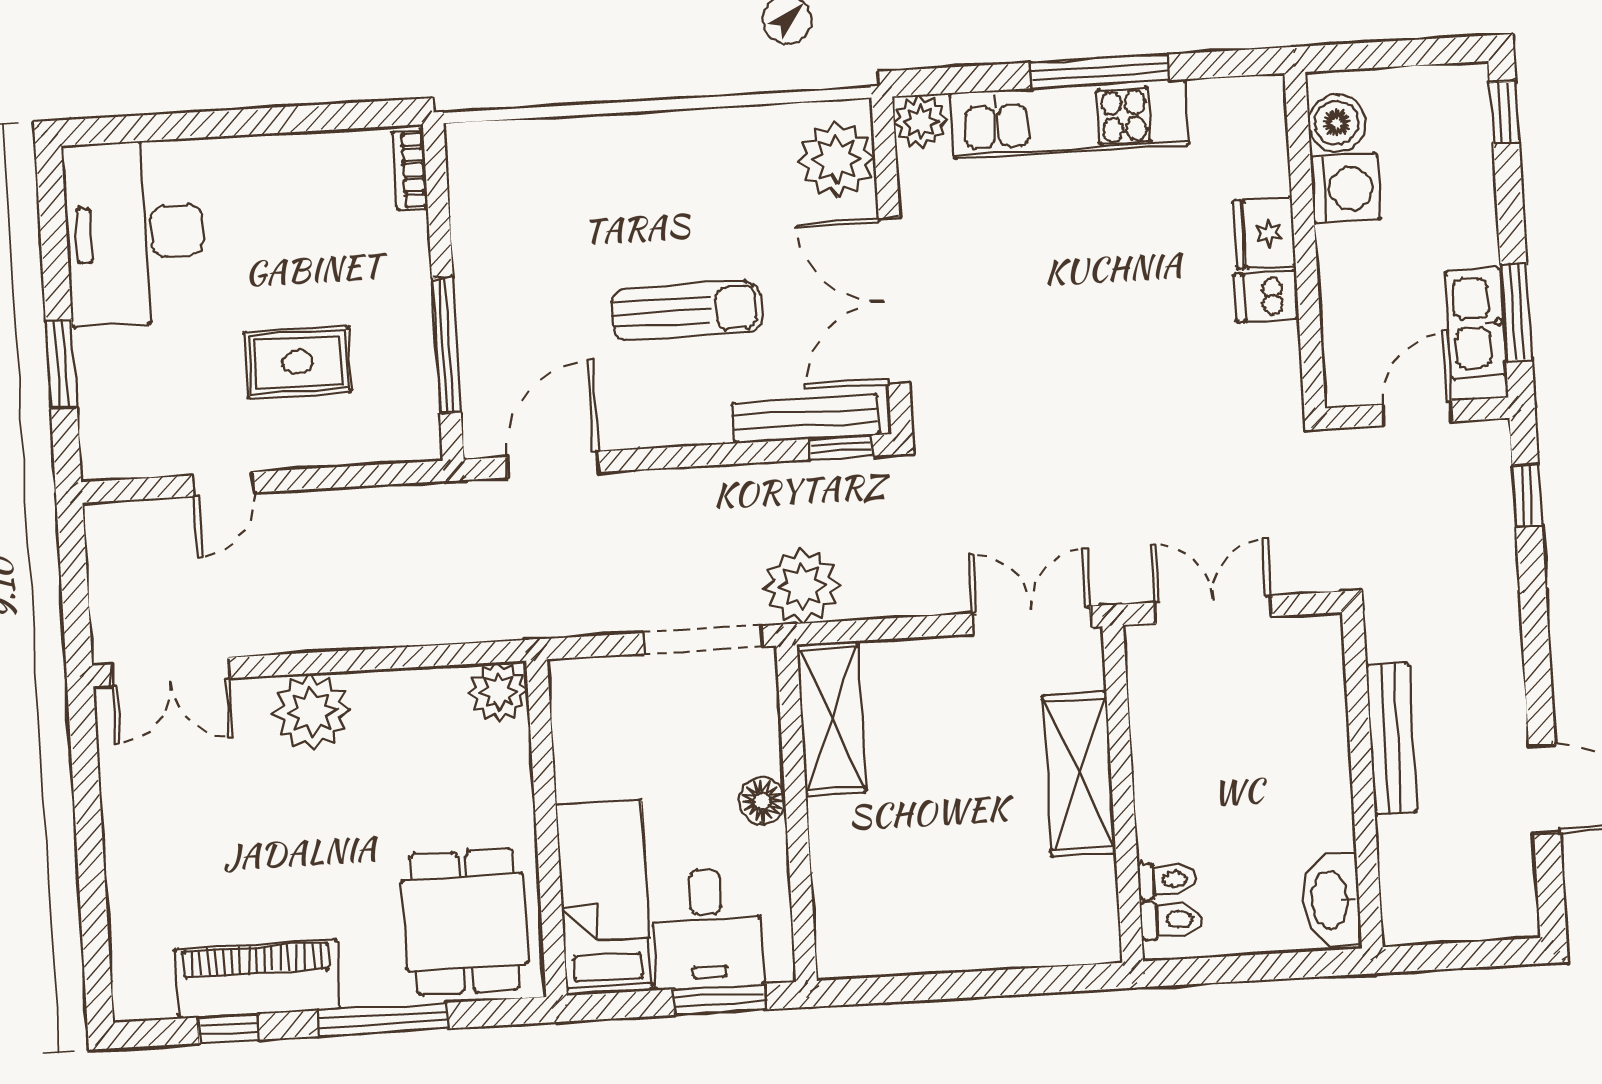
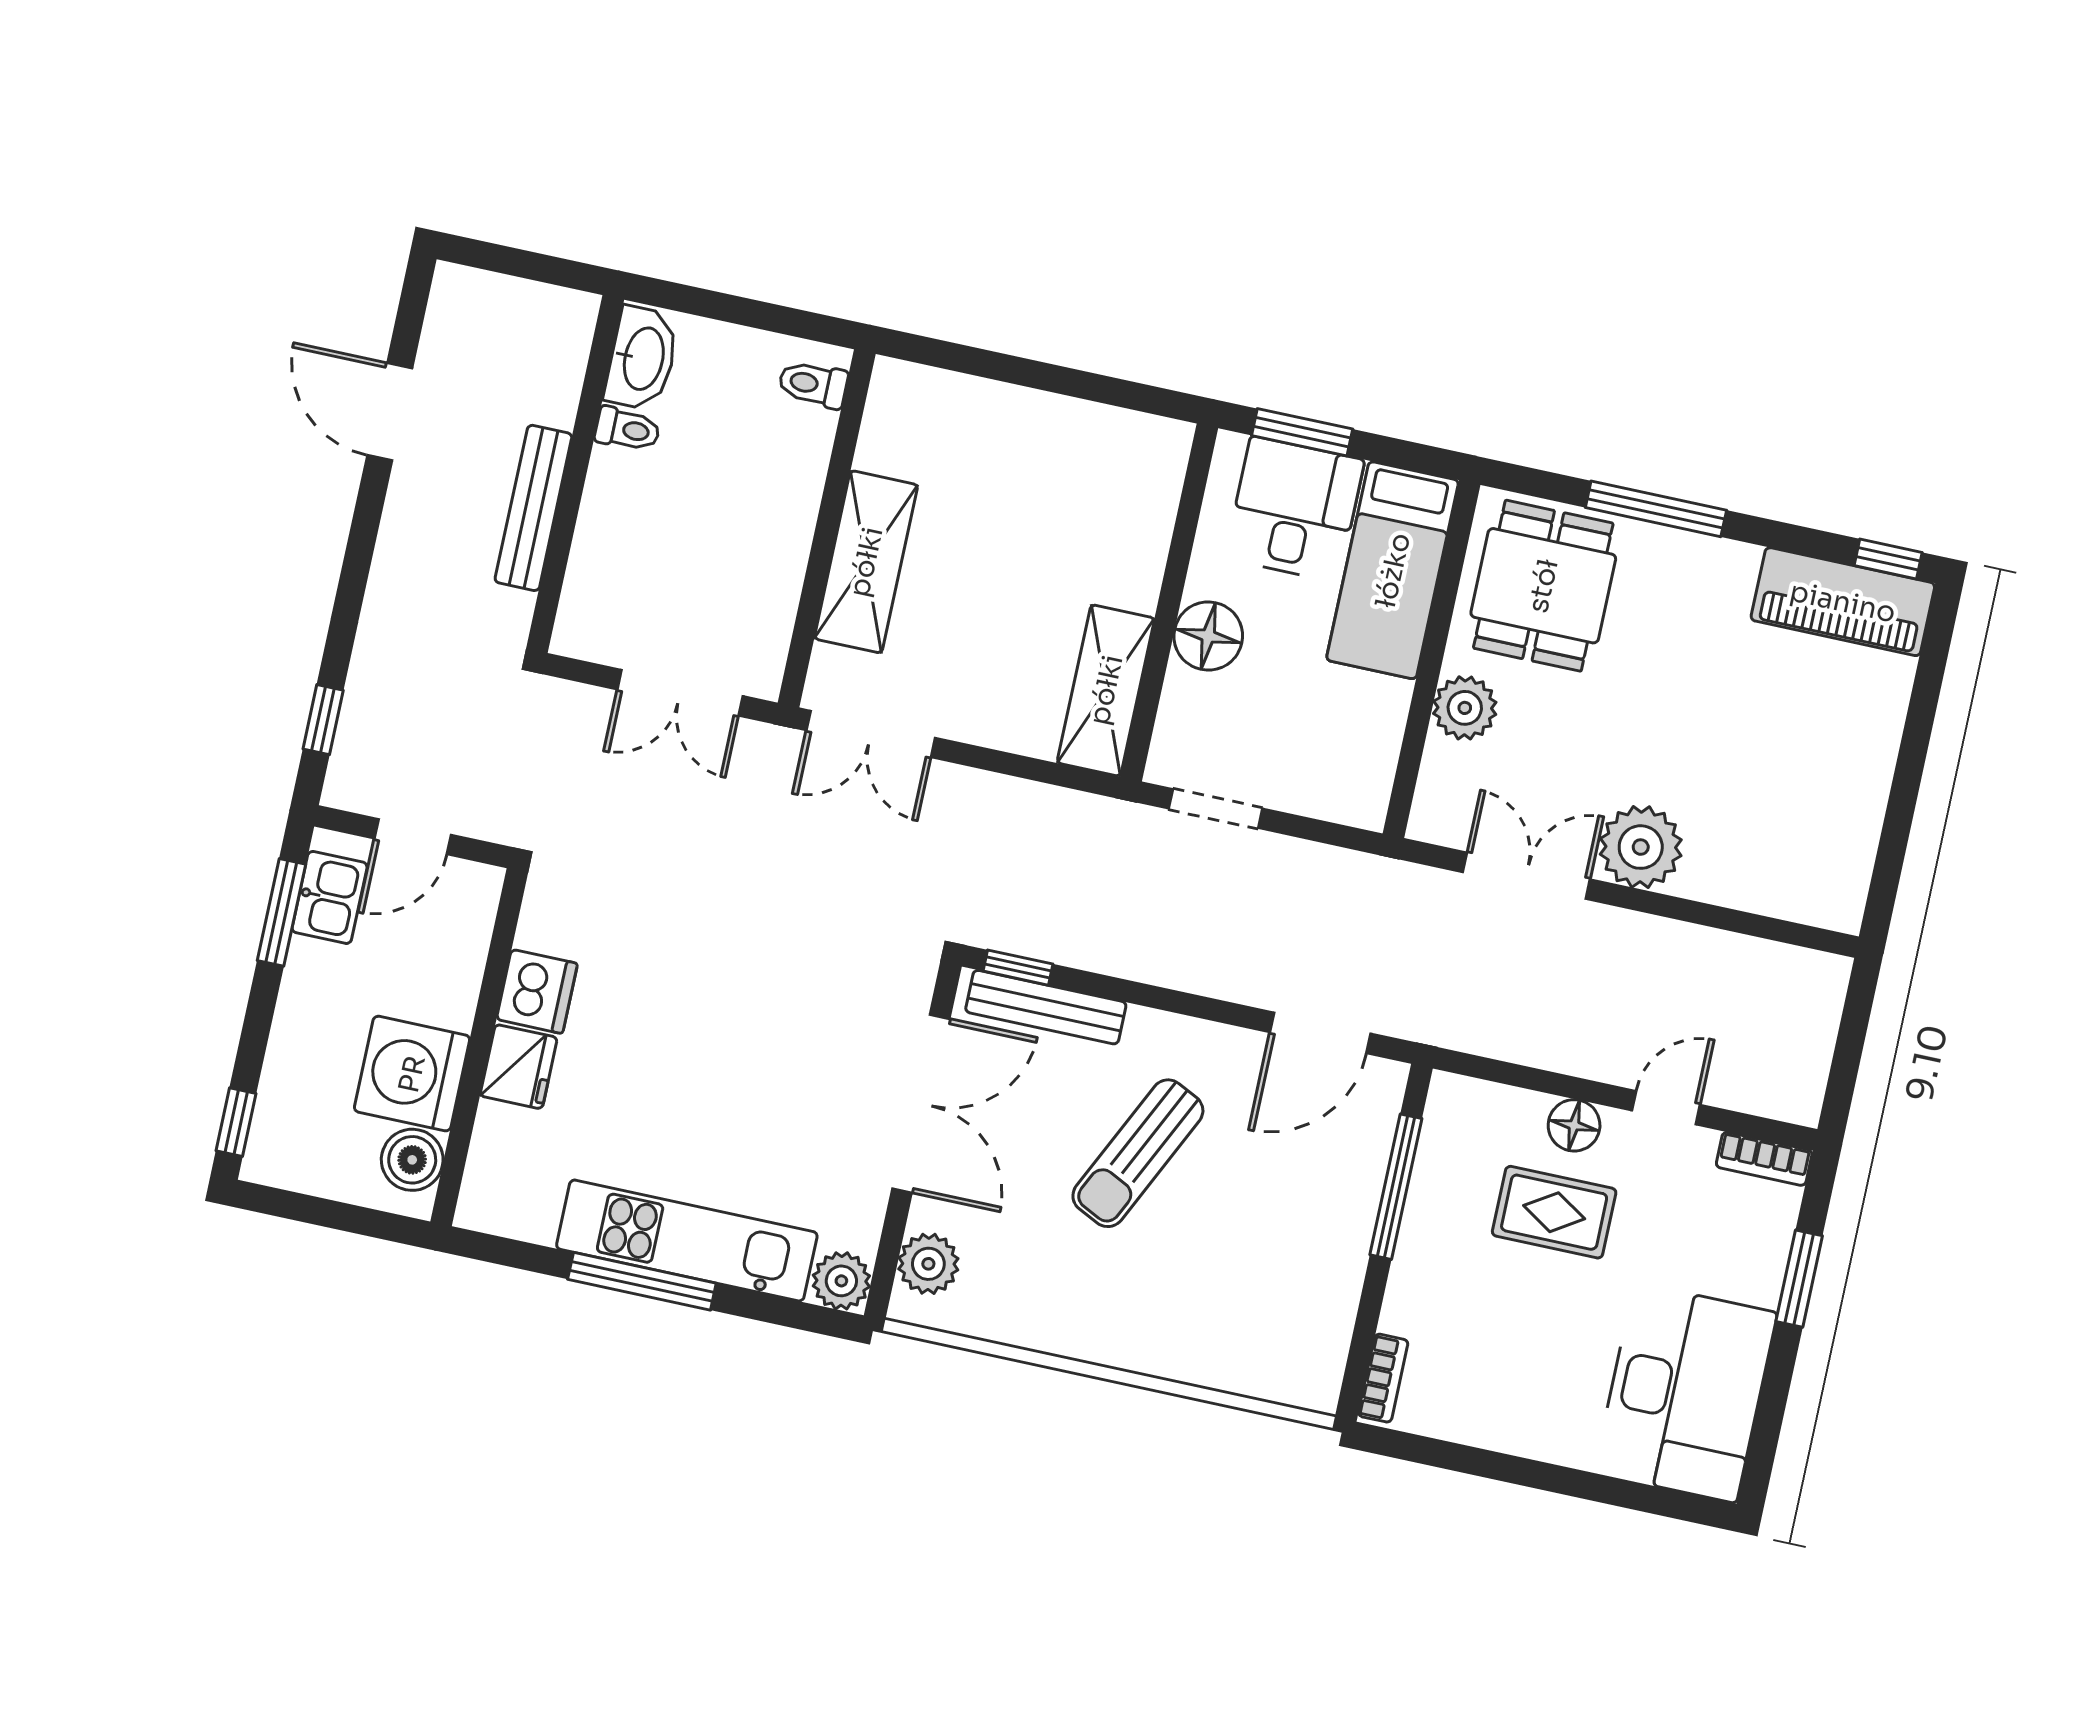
plant: (837, 159) -> (928, 1264), width x0.73, depth x0.73
washing machine: (1345, 189) -> (412, 1074), width x1.37, depth x1.37
dishwasher: (1266, 296) -> (537, 991), width x1.38
sun lounger: (686, 311) -> (1138, 1153), turned -64
kitchen sink: (1476, 323) -> (330, 897), width x0.73
floor lamp: (302, 445) -> (1574, 1125), added
bookcase: (123, 463) -> (1764, 1159), added
plant: (802, 586) -> (1098, 836), removed
doorway: (703, 640) -> (1215, 809), width x0.73
double door: (170, 671) -> (1526, 876), moved
plant: (499, 692) -> (1465, 708), moved
floor lamp: (762, 801) -> (1208, 636), width x1.38, depth x1.38
toilet: (1167, 880) -> (627, 429), moved, turned 180
piano: (257, 979) -> (1843, 602), moved
window: (228, 1029) -> (1888, 559), moved

